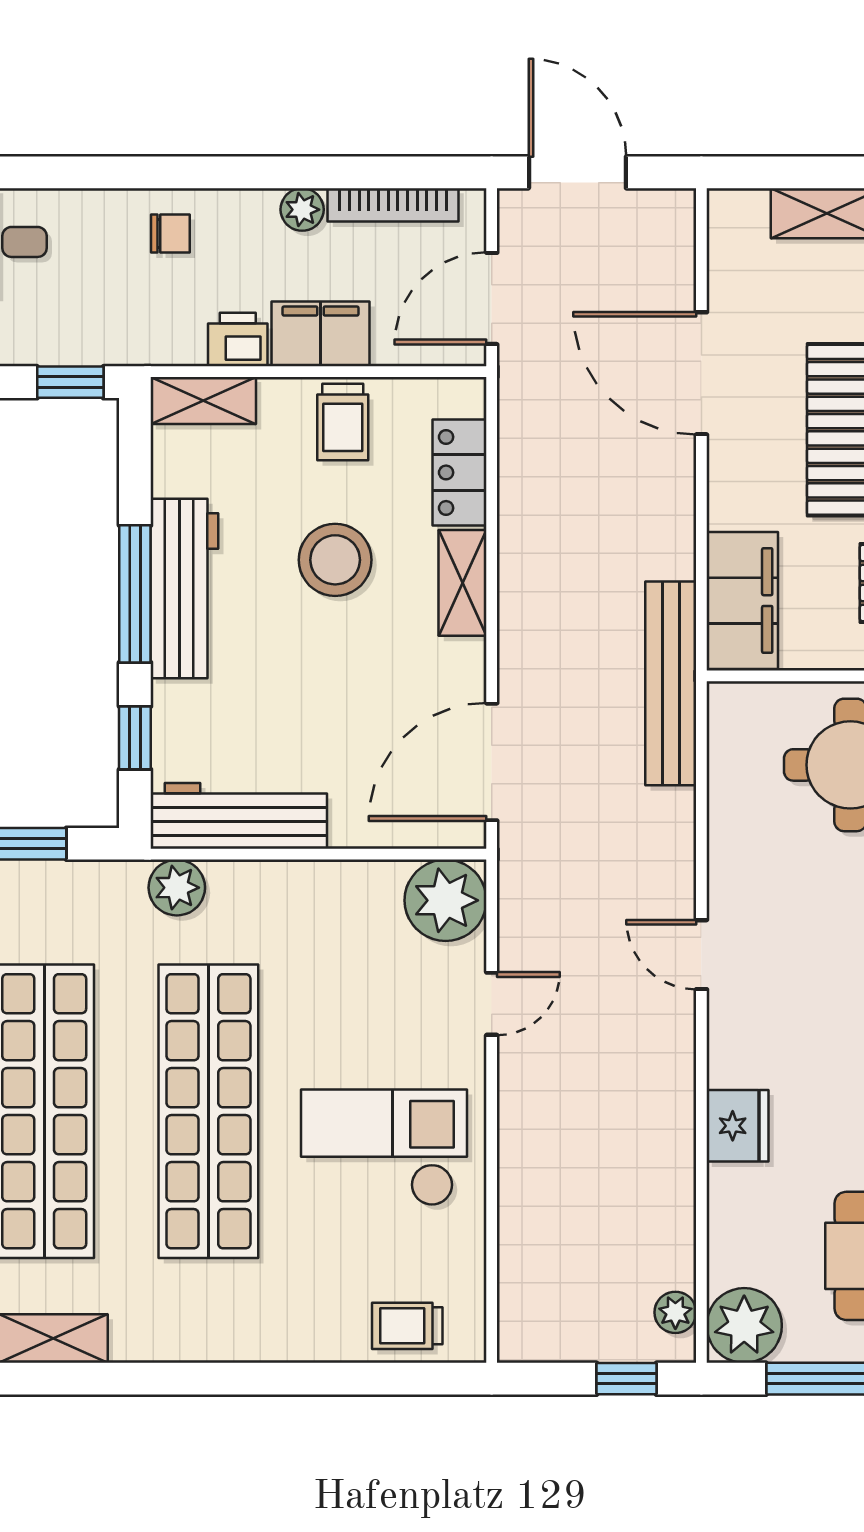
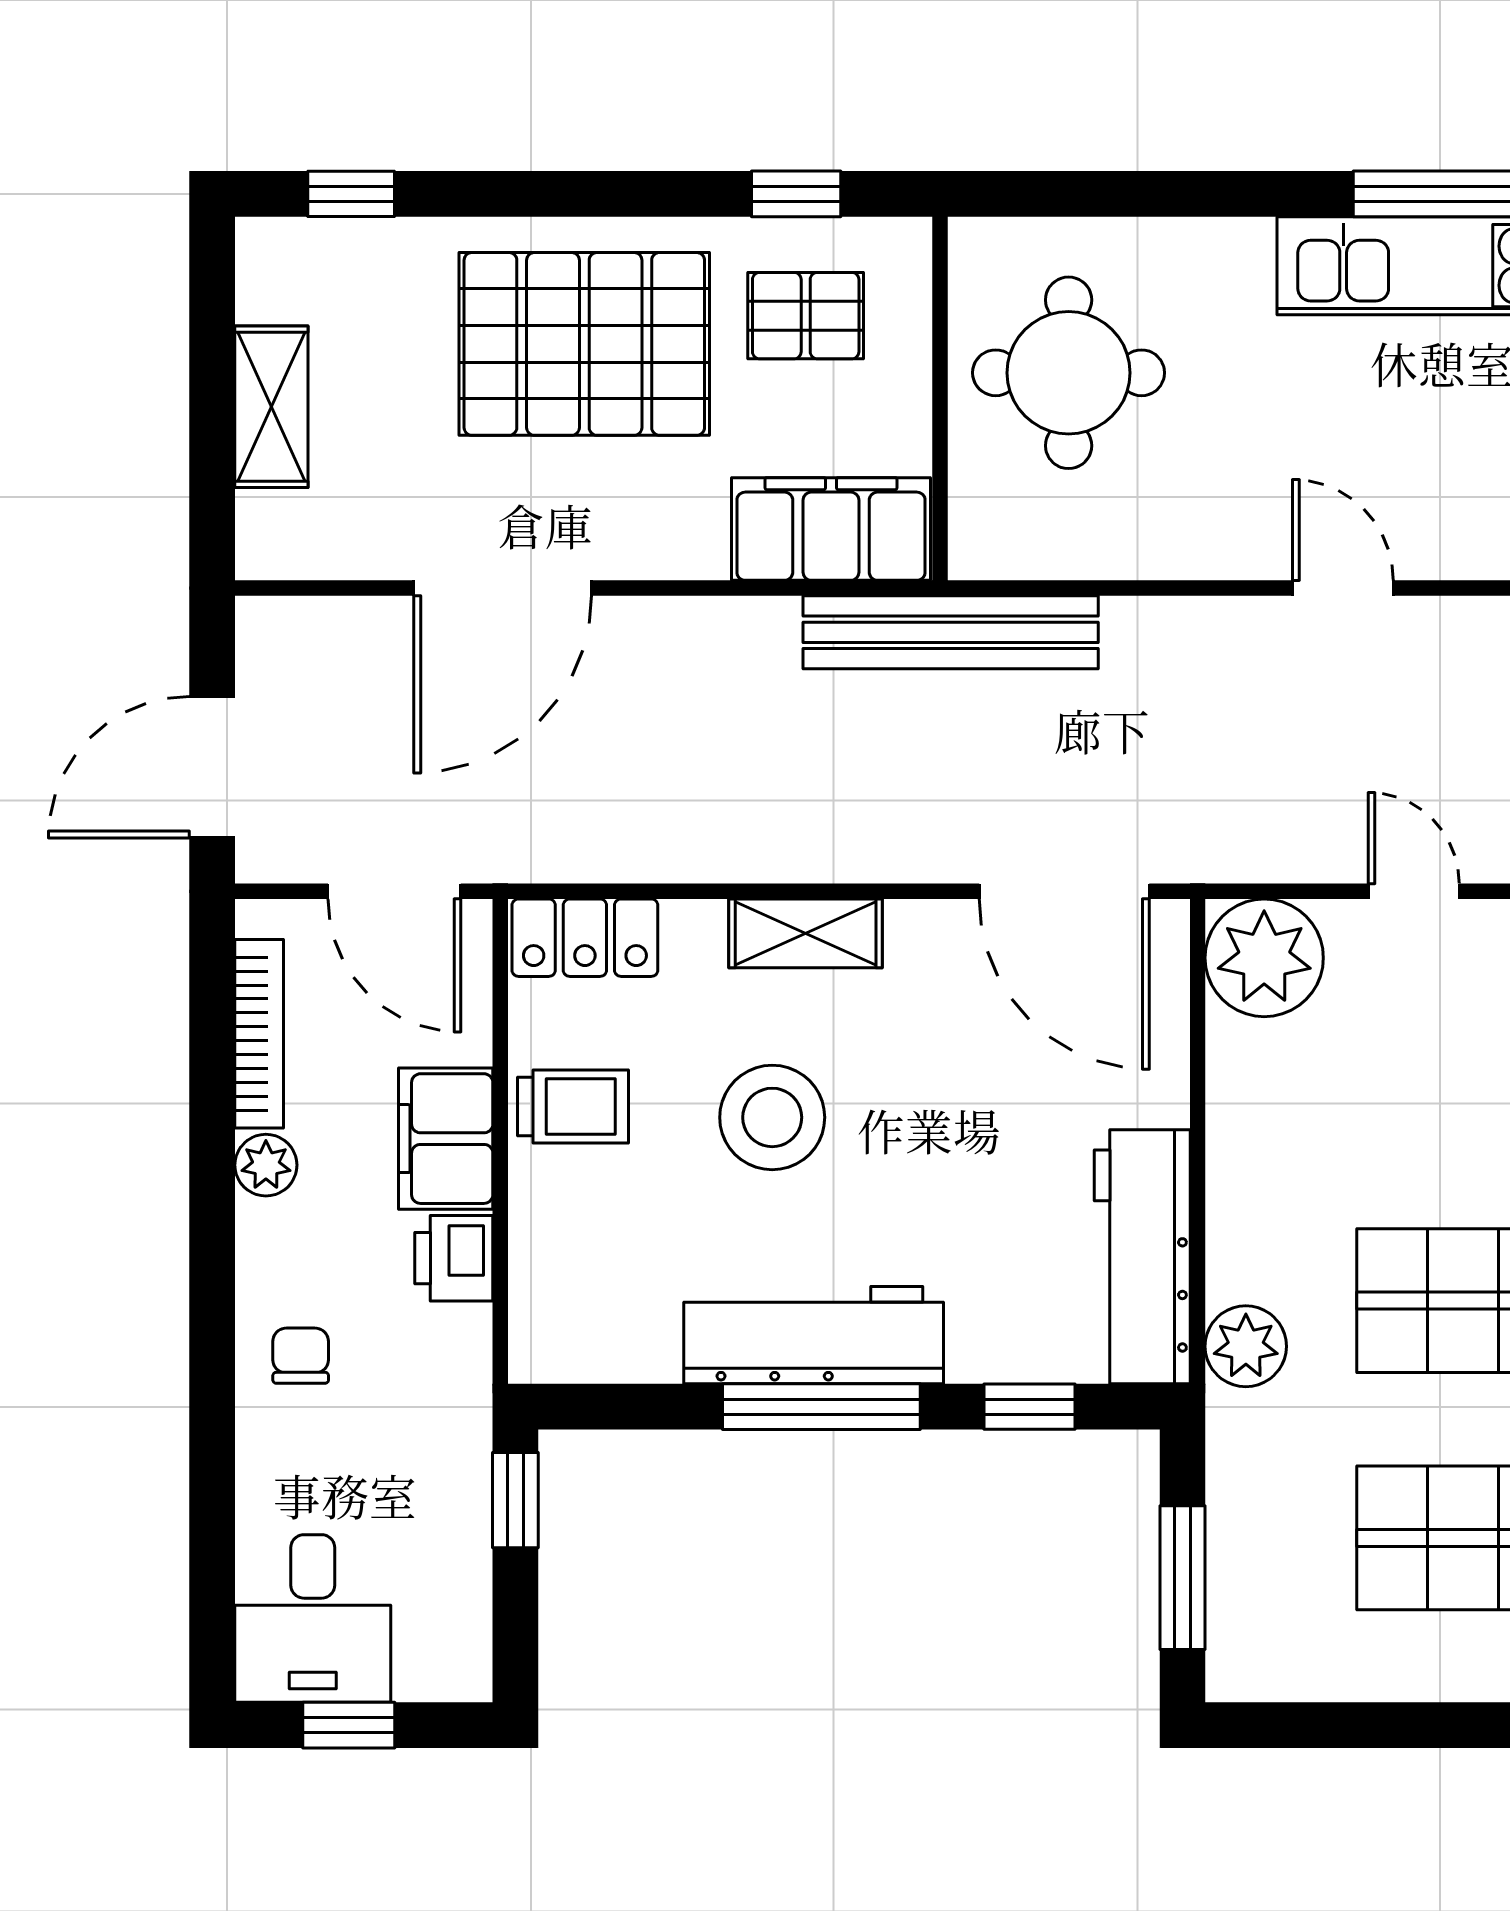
shelving: (203, 401) -> (542, 1308), removed
locker: (460, 472) -> (585, 938), moved
door: (701, 955) -> (1343, 588), swing flipped

